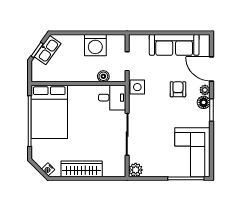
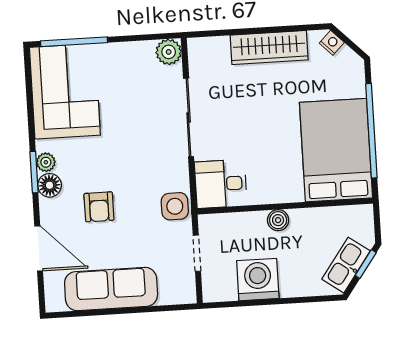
boiler: (103, 76) -> (278, 220), moved
plant: (205, 90) -> (46, 162), moved

